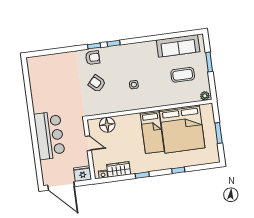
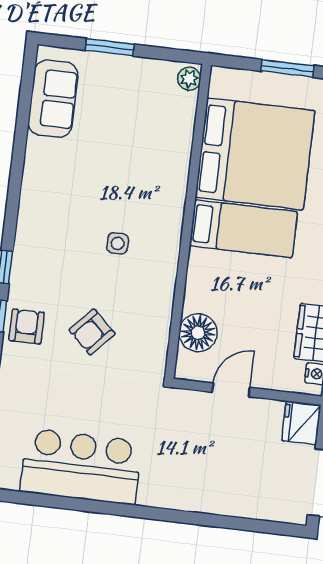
sofa: (178, 46) -> (53, 99), width x0.73
coffee table: (183, 75) -> (124, 119), removed
bar counter: (49, 135) -> (81, 467), moved

